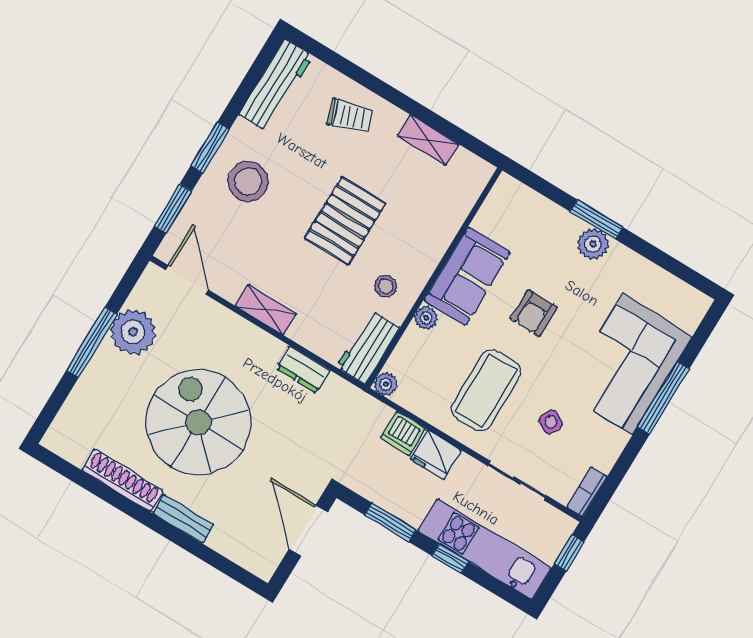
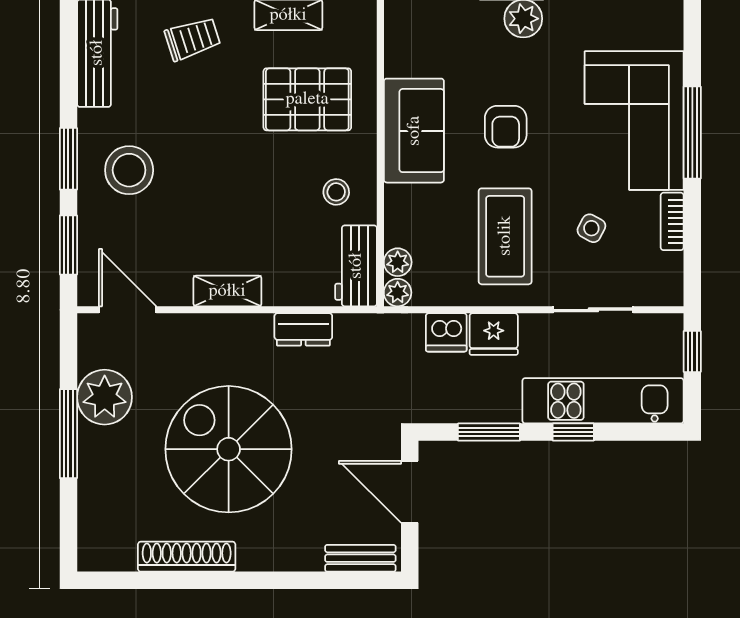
pallet: (345, 221) -> (307, 99), moved, turned 90
plant: (426, 318) -> (398, 262), moved
bookcase: (587, 492) -> (672, 221), moved
bench: (183, 519) -> (360, 558), moved

